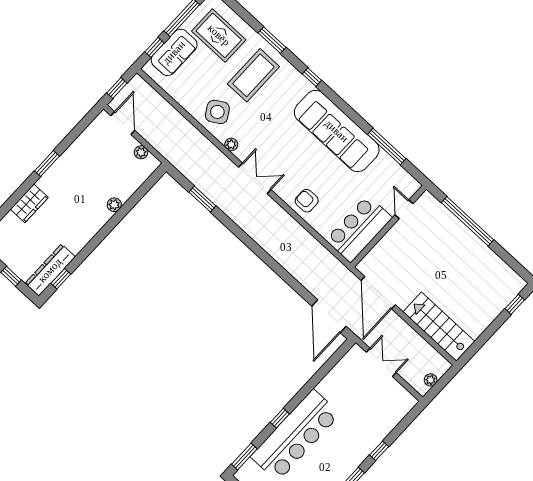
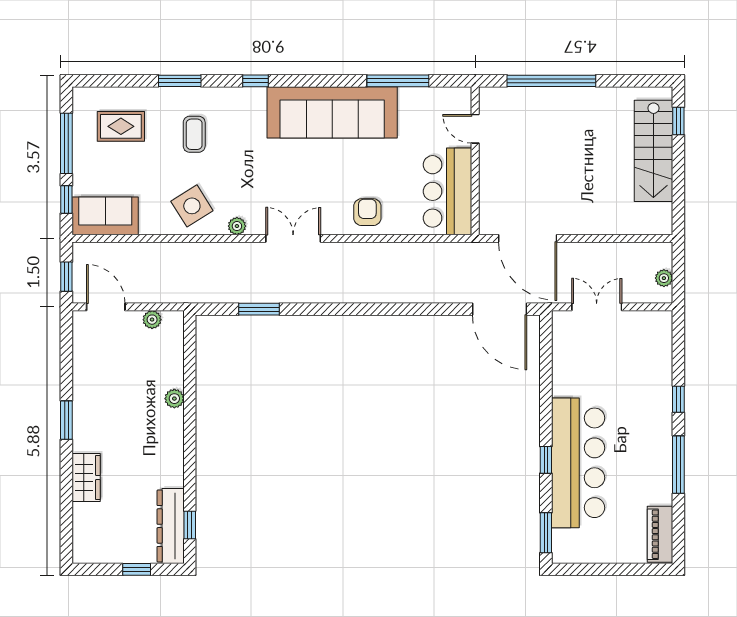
rug: (219, 35) -> (121, 126), width x0.73, depth x0.70
sofa: (174, 52) -> (105, 216), moved, turned -90
coffee table: (253, 75) -> (194, 134), width x0.54, depth x0.58
armchair: (307, 201) -> (367, 212), turned 90
stairs: (439, 327) -> (653, 151), moved, turned -90

